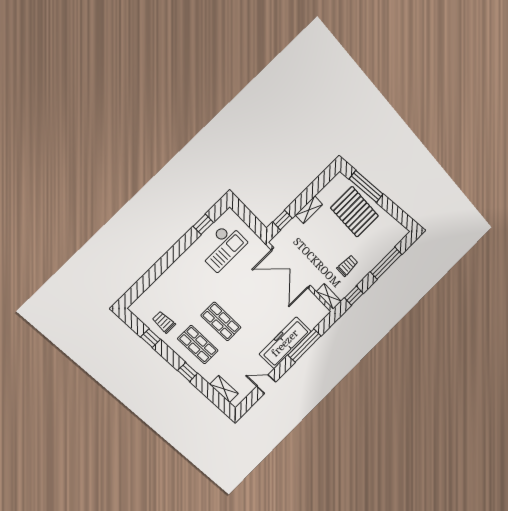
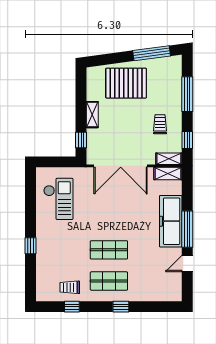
window: (366, 186) -> (152, 53), moved
window: (203, 224) -> (31, 246), moved
window: (304, 346) -> (187, 229), moved
shelving: (224, 389) -> (168, 174), moved

